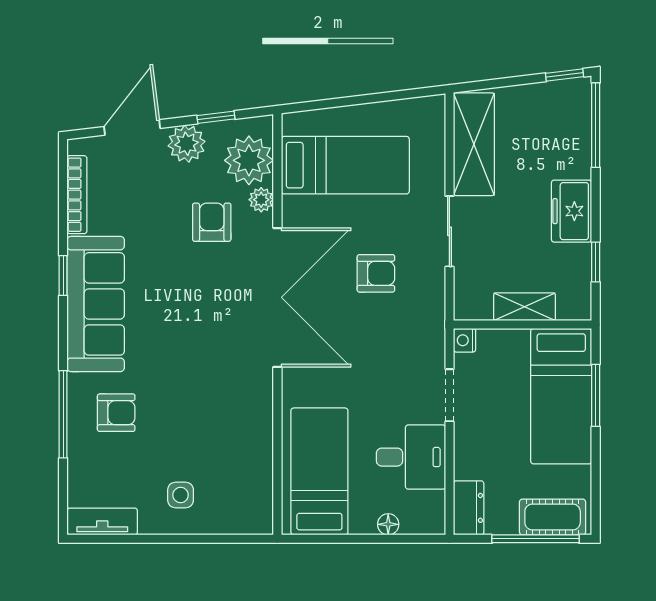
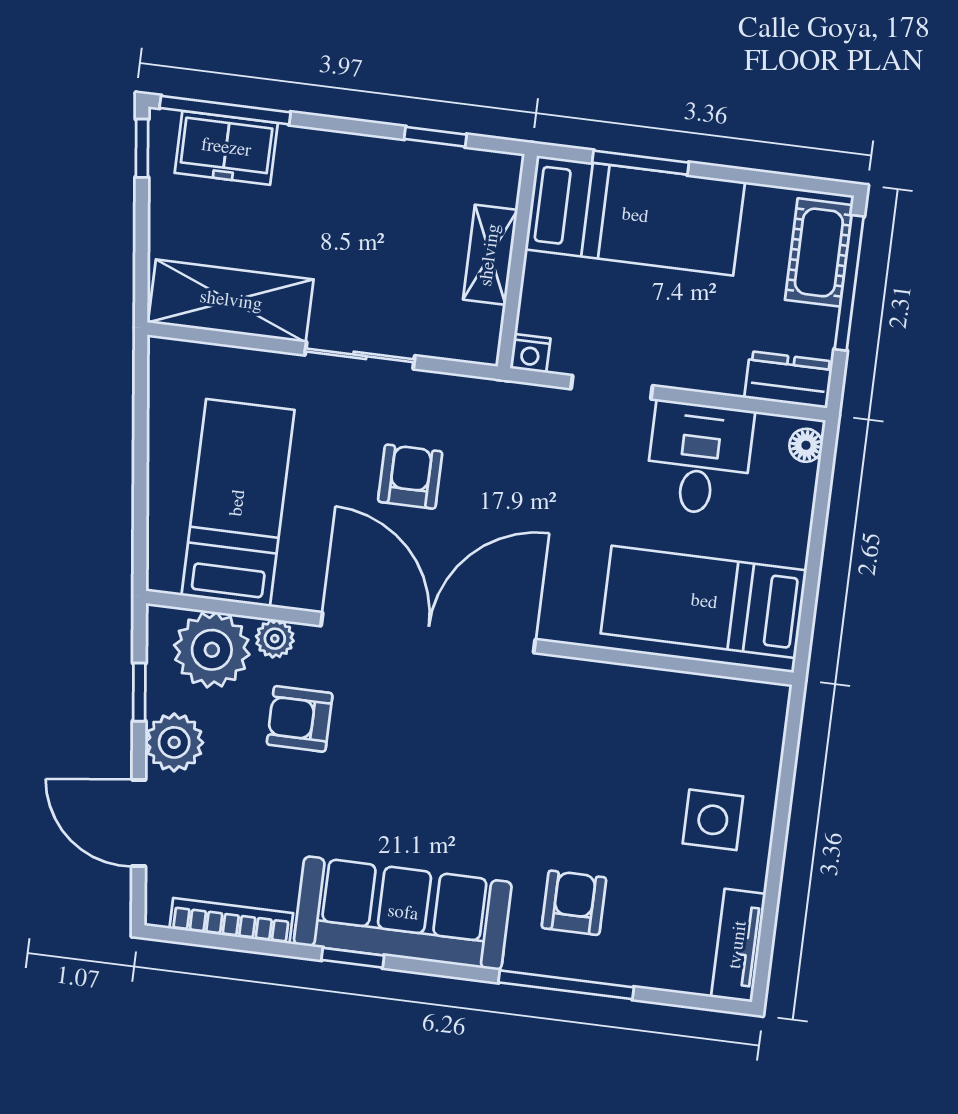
freezer: (572, 211) -> (226, 148), moved
side table: (181, 495) -> (713, 820), width x1.37, depth x1.37
floor lamp: (388, 524) -> (806, 445), moved

